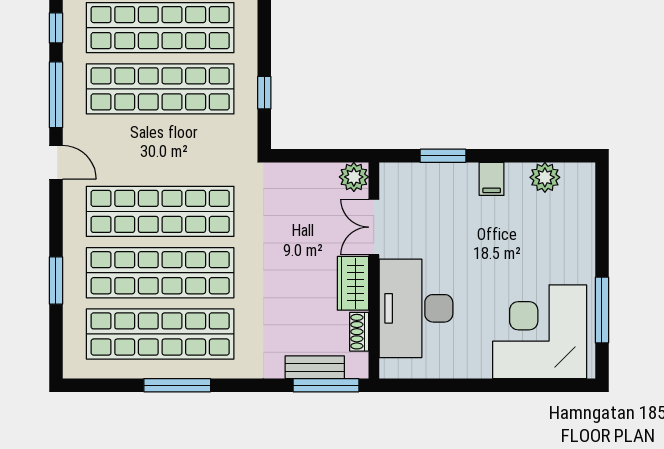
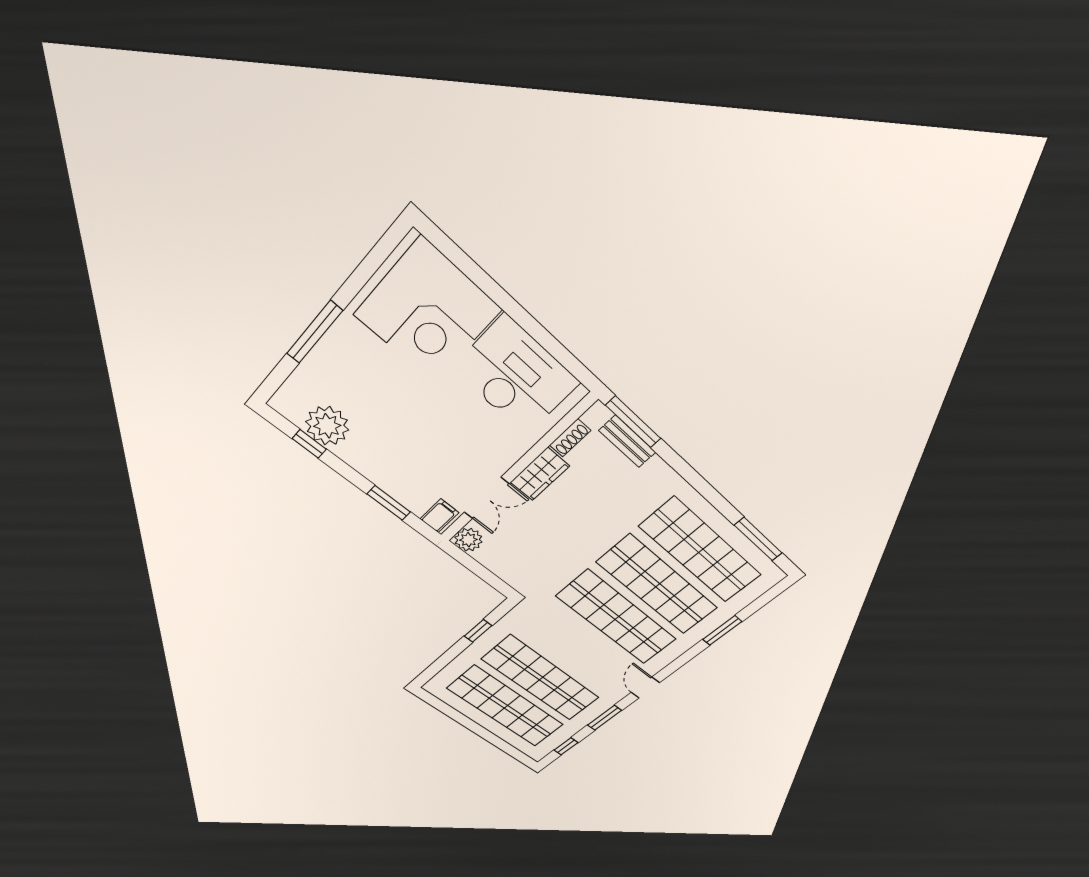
window: (56, 95) -> (604, 718), width x0.69
window: (541, 156) -> (309, 444), added
plant: (545, 177) -> (327, 426), width x1.36, depth x1.36
filing cabinet: (492, 179) -> (440, 516), moved
desk: (416, 308) -> (516, 376), moved, turned -90
window: (602, 310) -> (314, 332), moved
window: (177, 385) -> (758, 539), moved

